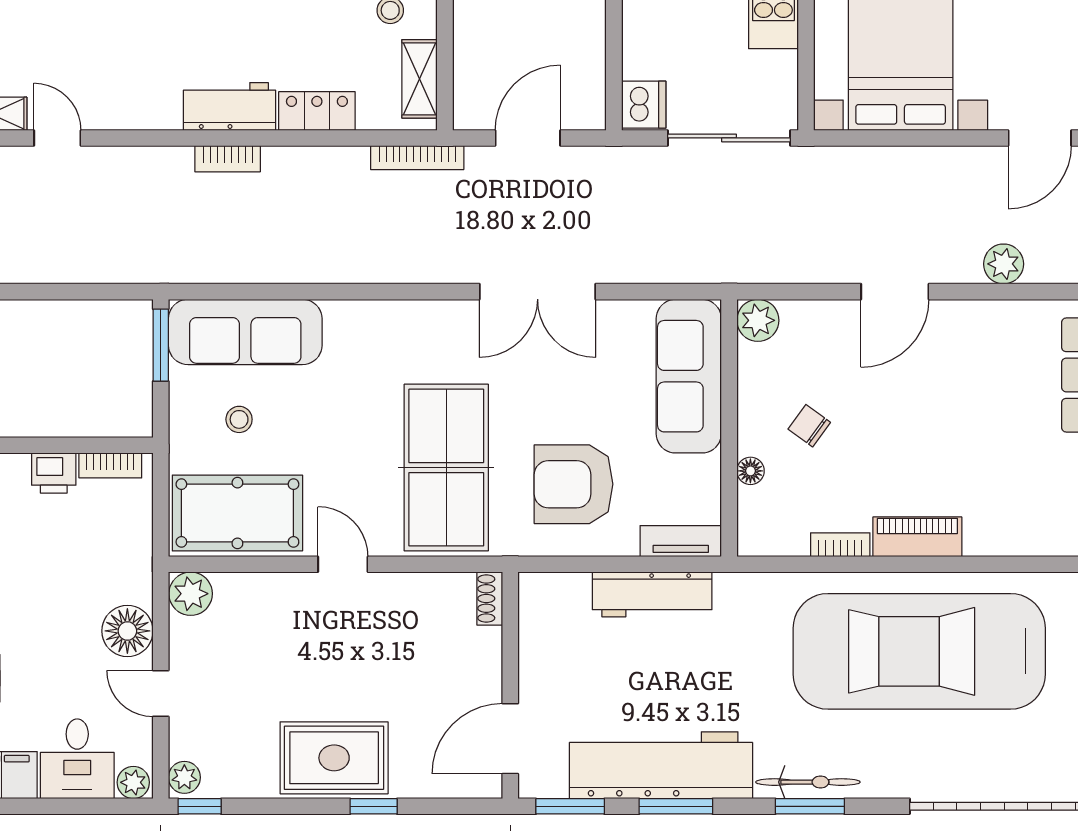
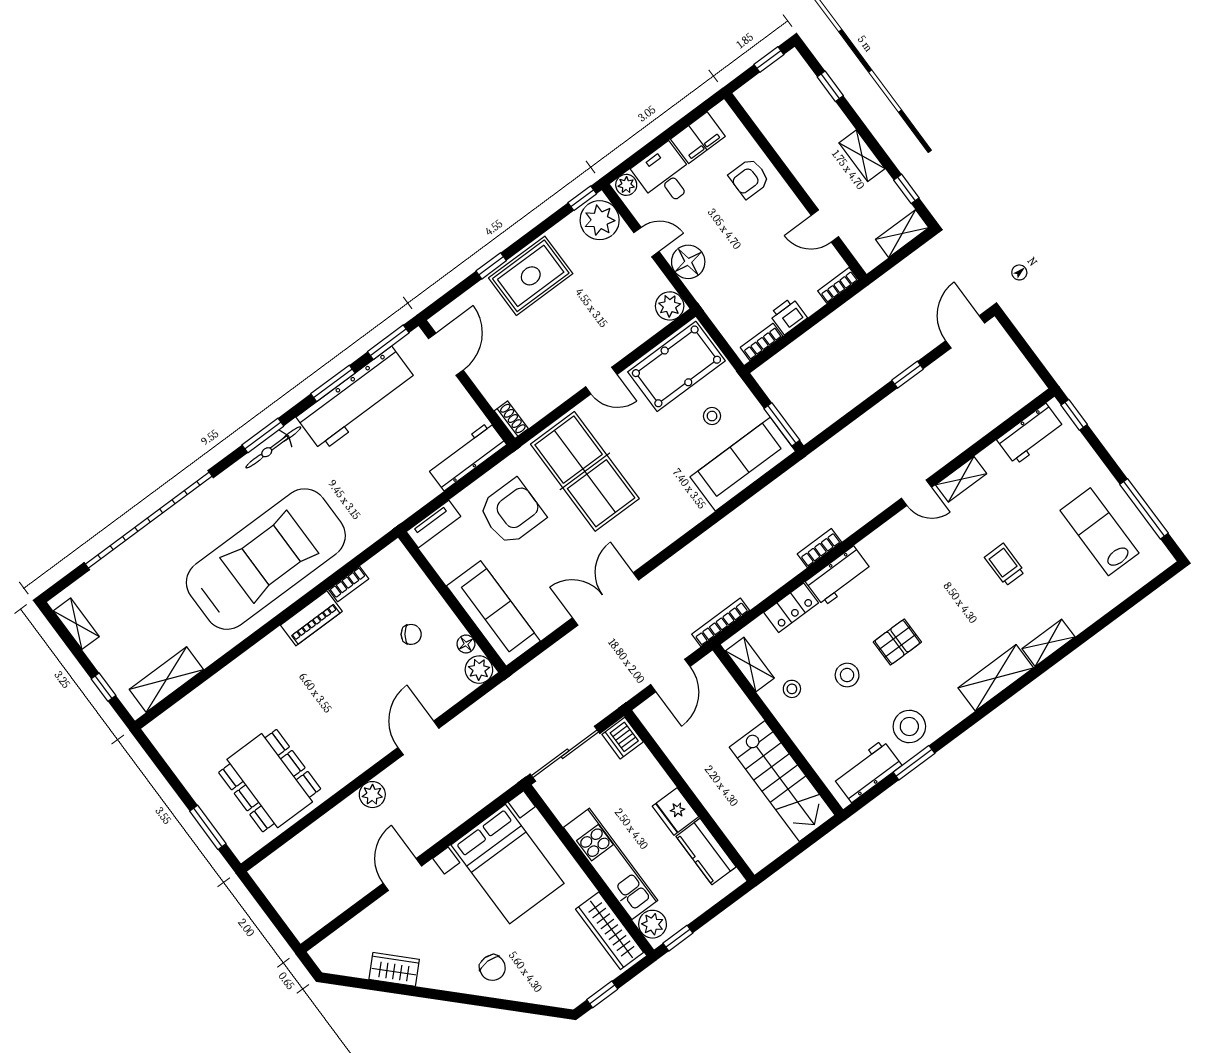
floor lamp: (750, 471) -> (466, 644), moved
workbench: (652, 594) -> (467, 456), moved
plant: (184, 777) -> (600, 220), width x1.88, depth x1.88

